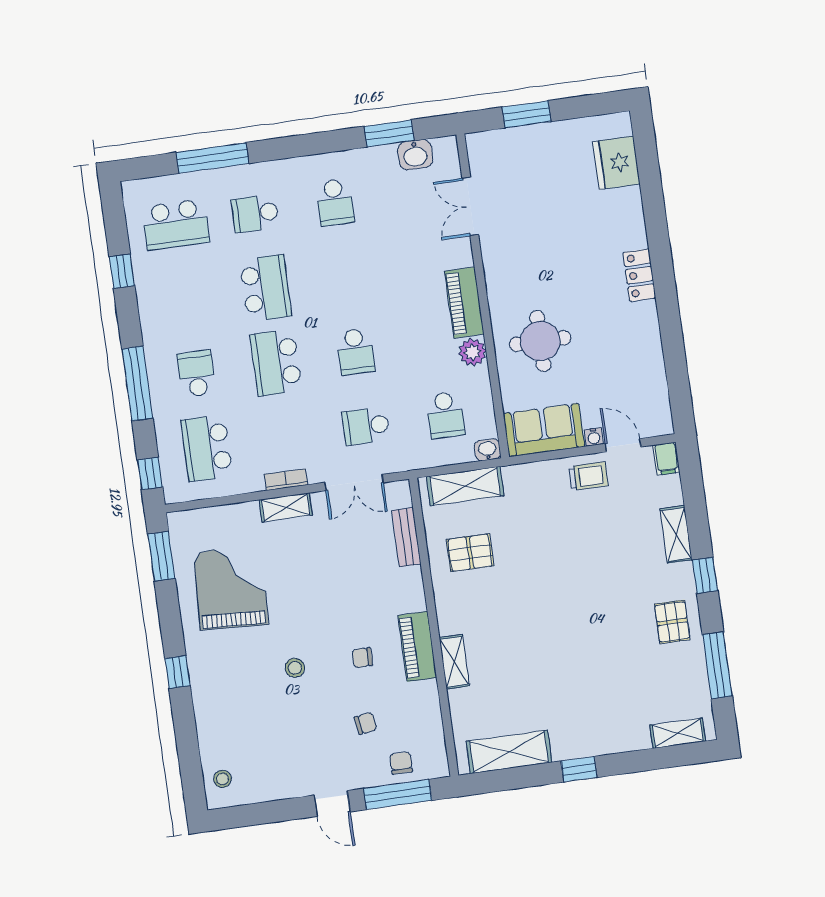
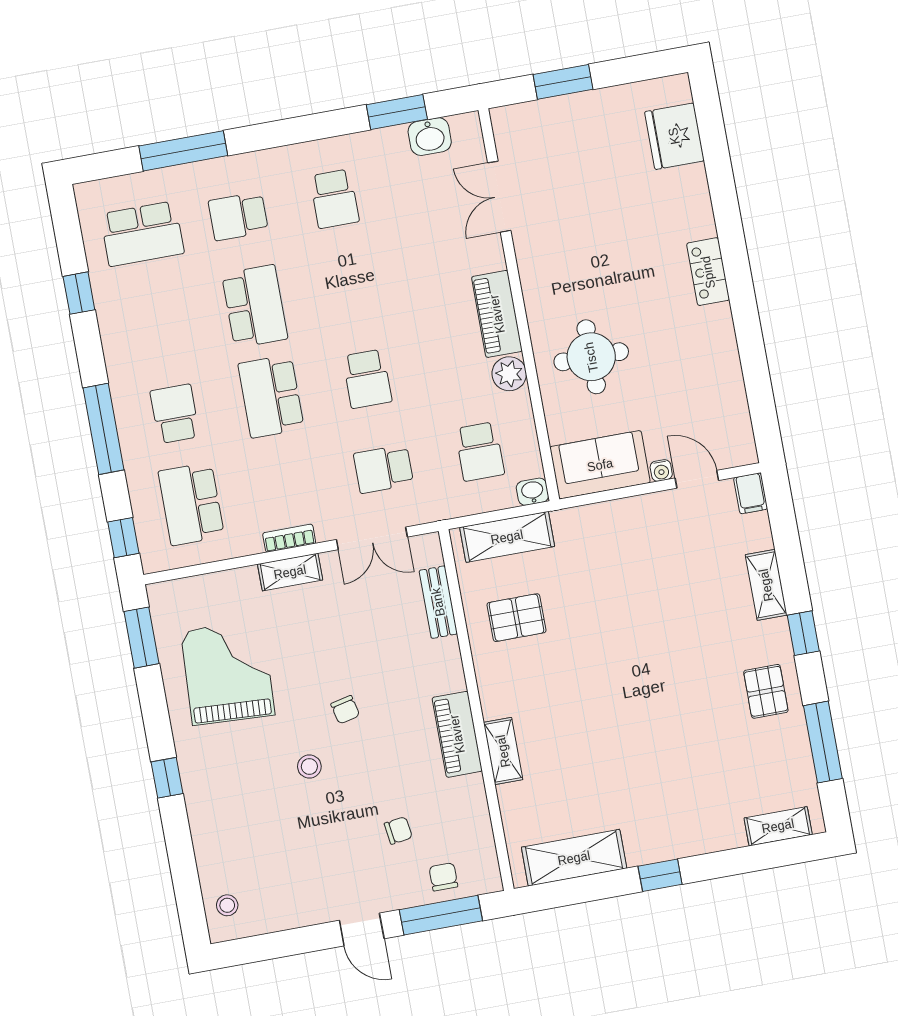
trolley: (588, 476) -> (656, 519), removed
chair: (362, 658) -> (345, 710), moved, turned -103

